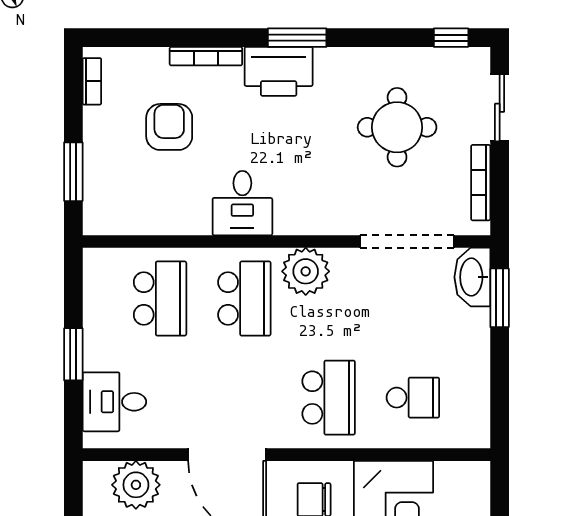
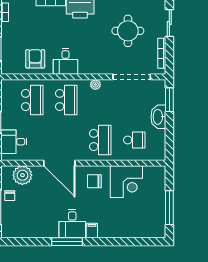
armchair: (169, 127) -> (35, 59), moved
plant: (306, 271) -> (95, 85), width x0.53, depth x0.53
washbasin: (472, 277) -> (158, 117), moved

